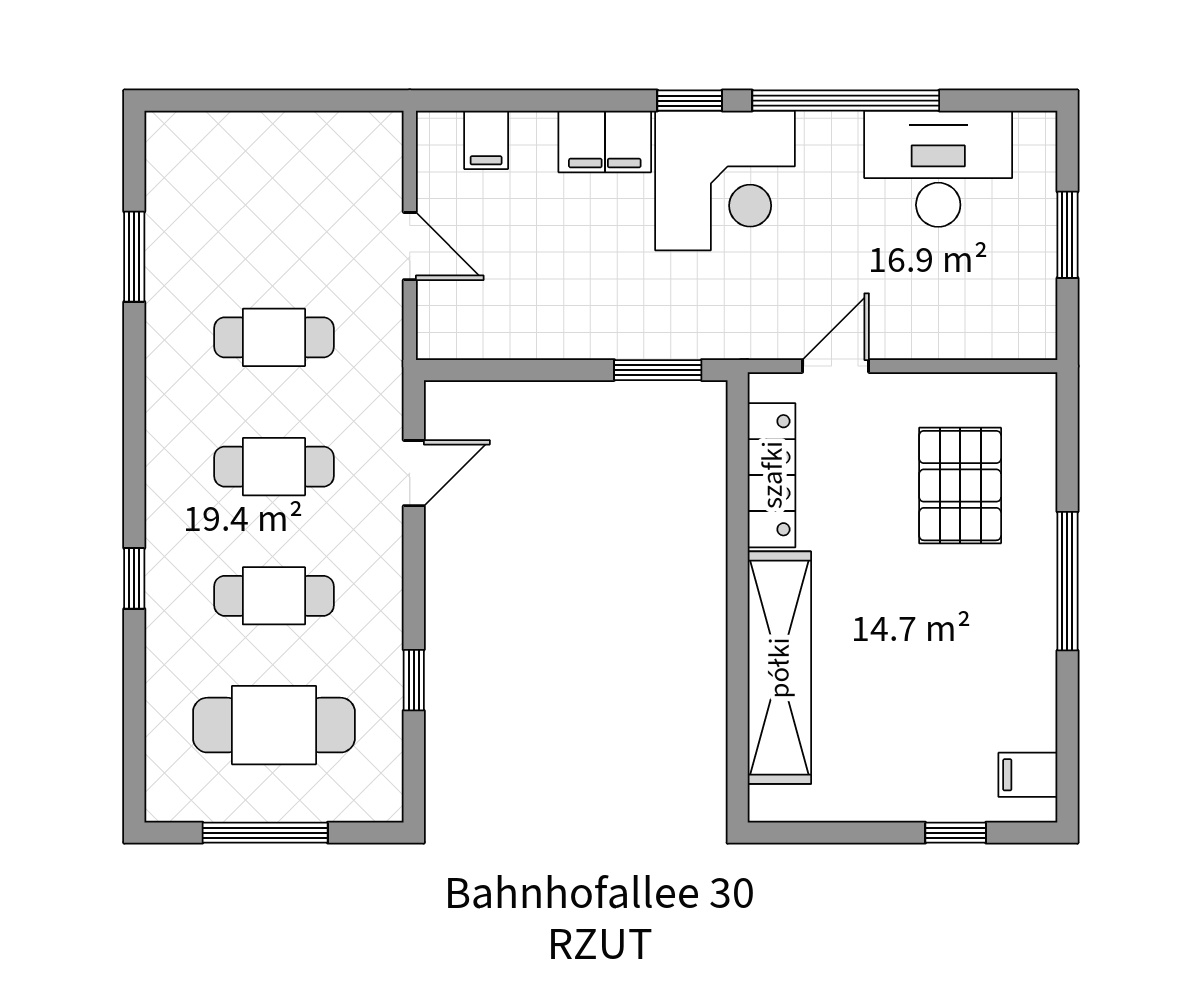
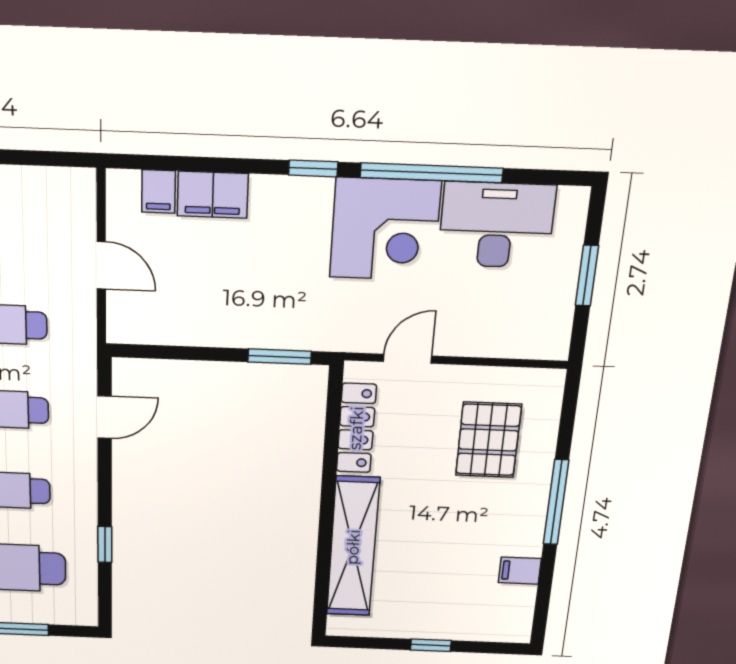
filing cabinet: (605, 141) -> (213, 195), moved
corner desk: (725, 180) -> (385, 229), moved
filing cabinet: (1028, 775) -> (520, 571), moved
window: (956, 833) -> (431, 645), moved

